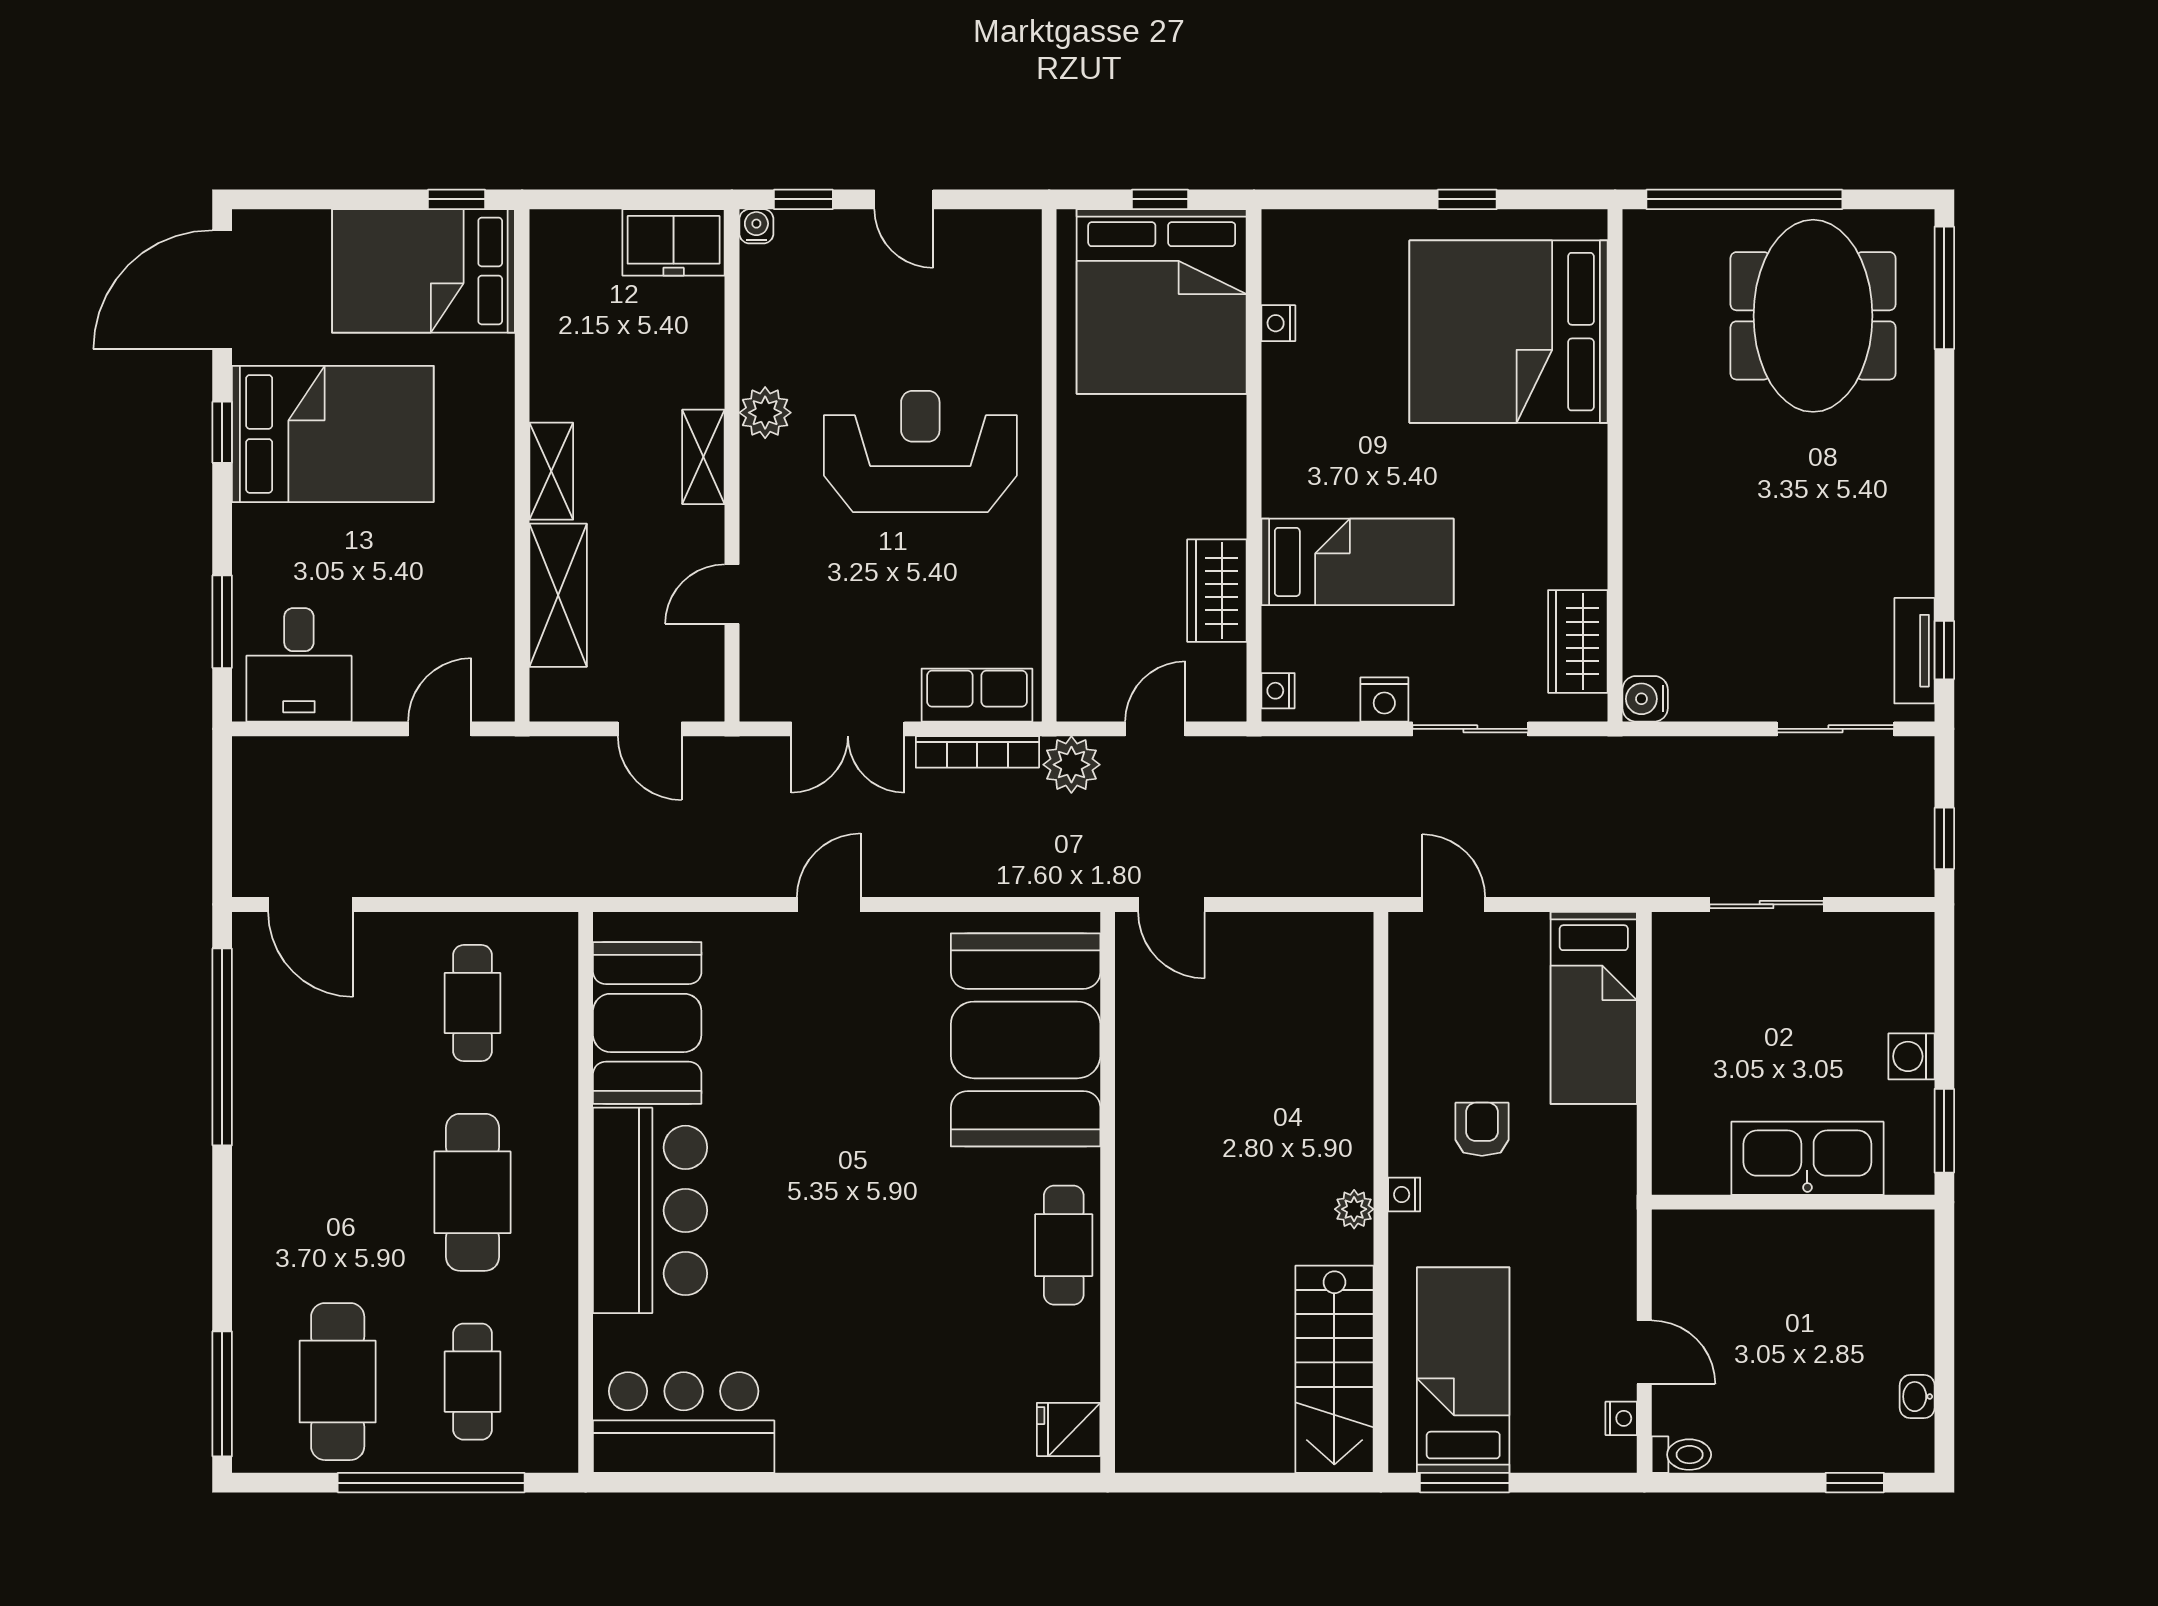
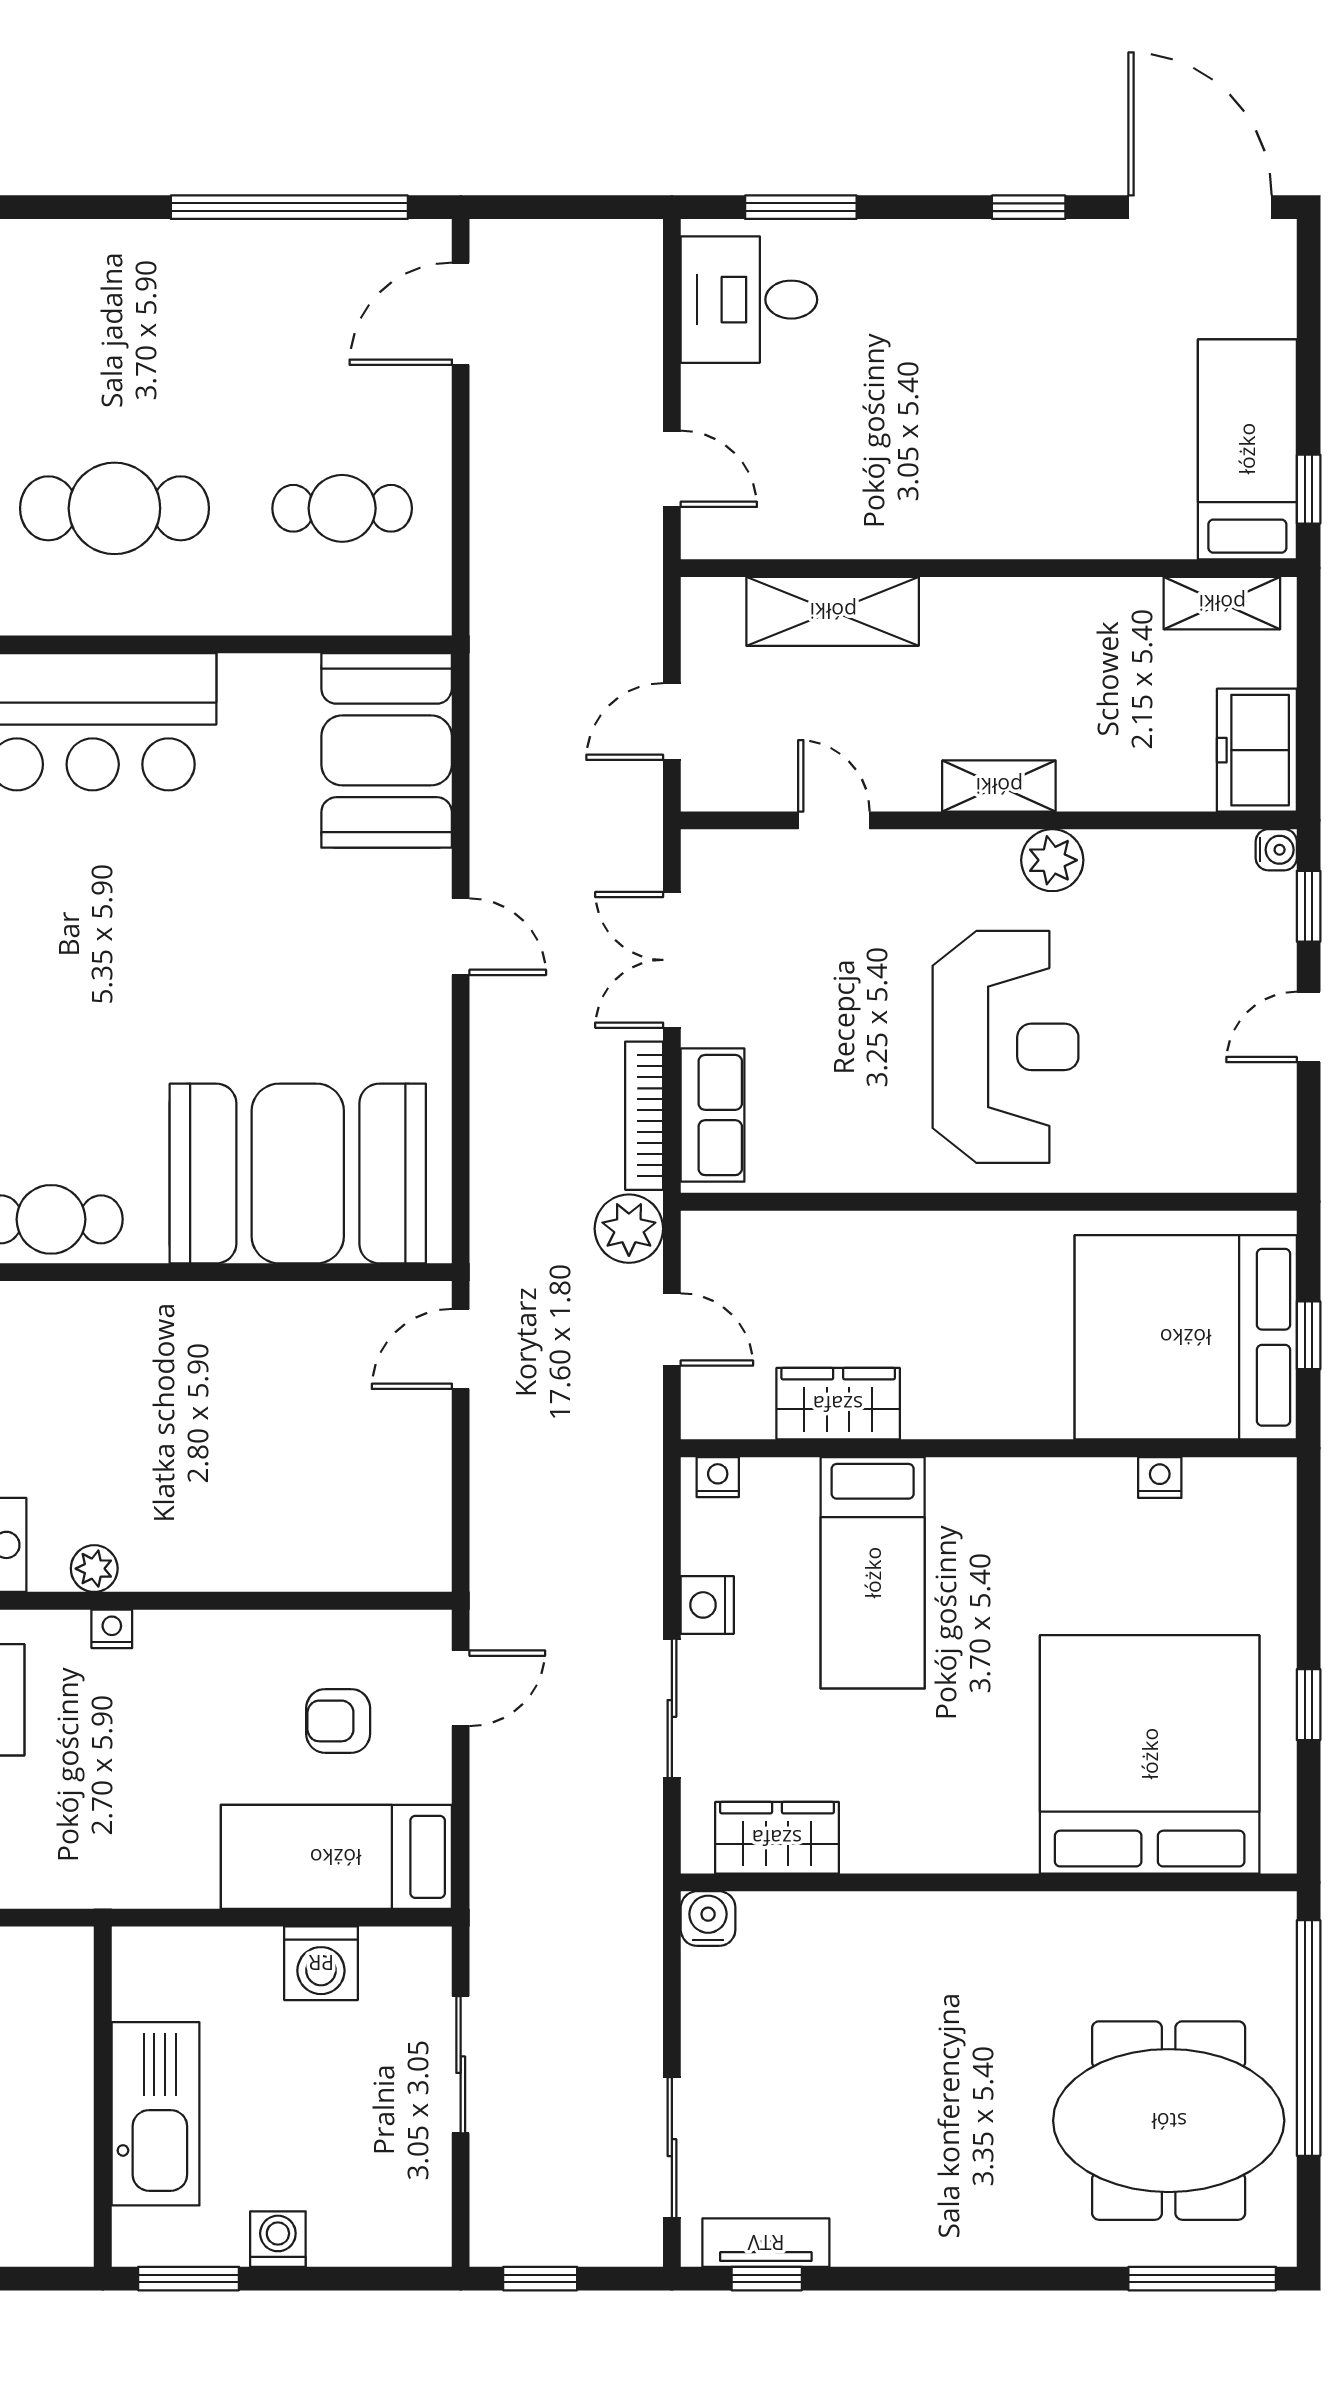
bed: (423, 271) -> (1247, 449), width x0.67
bed: (333, 434) -> (1027, 340), removed
shelving: (551, 471) -> (1222, 603), moved
washing machine: (1682, 1021) -> (321, 1963), added
booth: (647, 1023) -> (387, 750), moved, turned 90
armchair: (1482, 1129) -> (338, 1721), moved, turned 180

